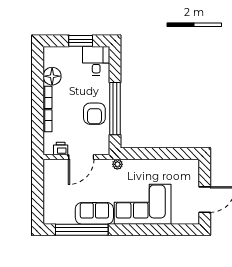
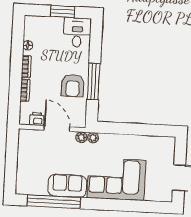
floor lamp: (52, 76) -> (28, 45), width x0.53, depth x0.53
window: (115, 109) -> (94, 81), width x0.68
door: (81, 157) -> (57, 128), swing flipped
plant: (106, 164) -> (81, 137), added

